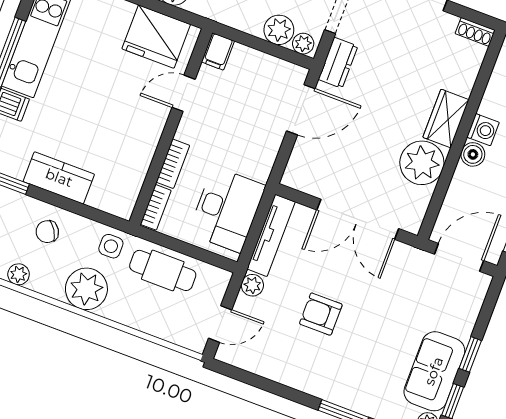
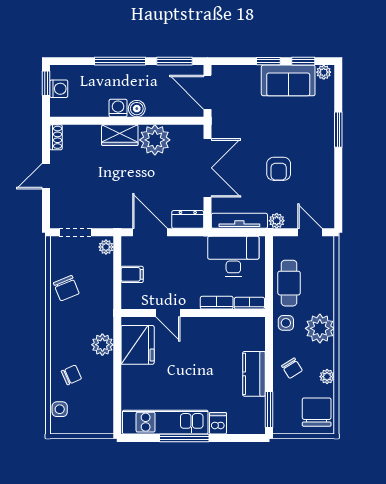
plant: (279, 30) -> (103, 266), removed
filing cabinet: (218, 51) -> (132, 274), moved
dresser: (338, 63) -> (188, 219), moved

